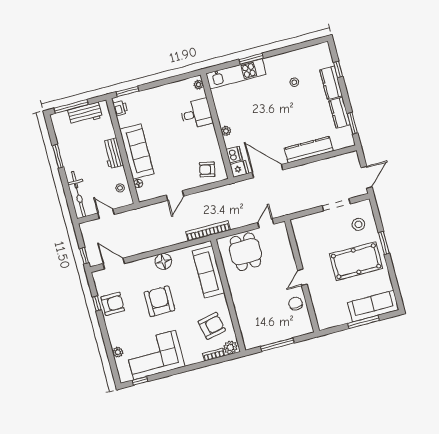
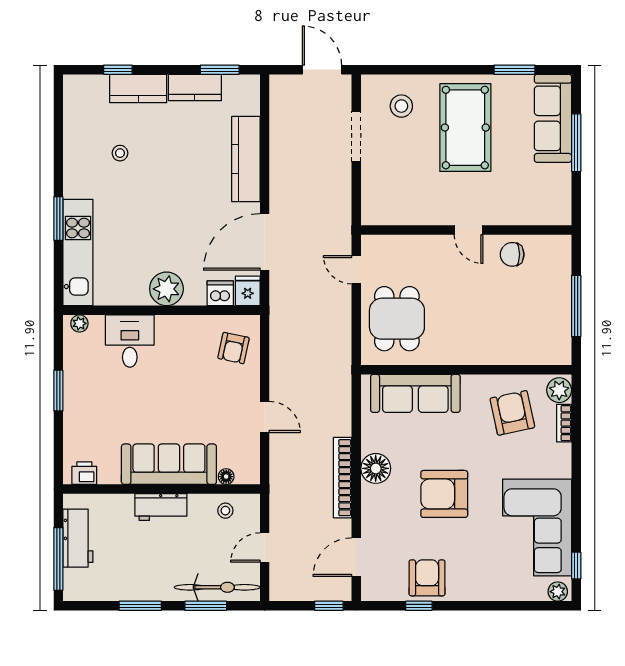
window: (128, 91) -> (58, 391), moved
plant: (226, 131) -> (166, 289), width x1.87, depth x1.87
window: (67, 191) -> (206, 606), added
bookcase: (208, 231) -> (343, 478), moved
window: (384, 243) -> (514, 70), moved
dining table: (245, 252) -> (397, 319), turned 90
plant: (118, 352) -> (558, 592), moved

